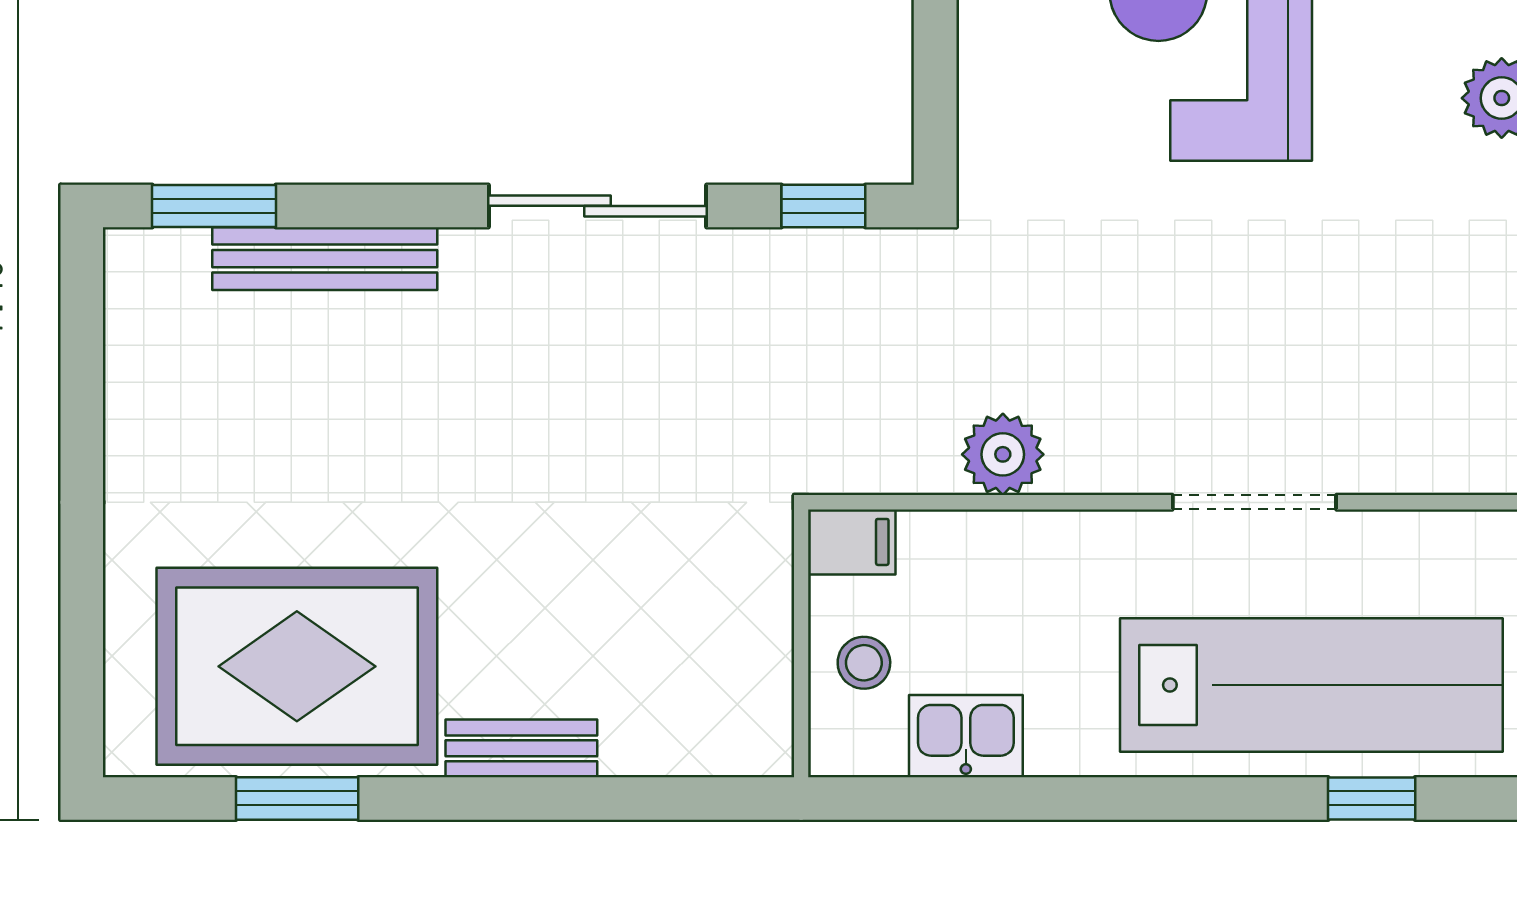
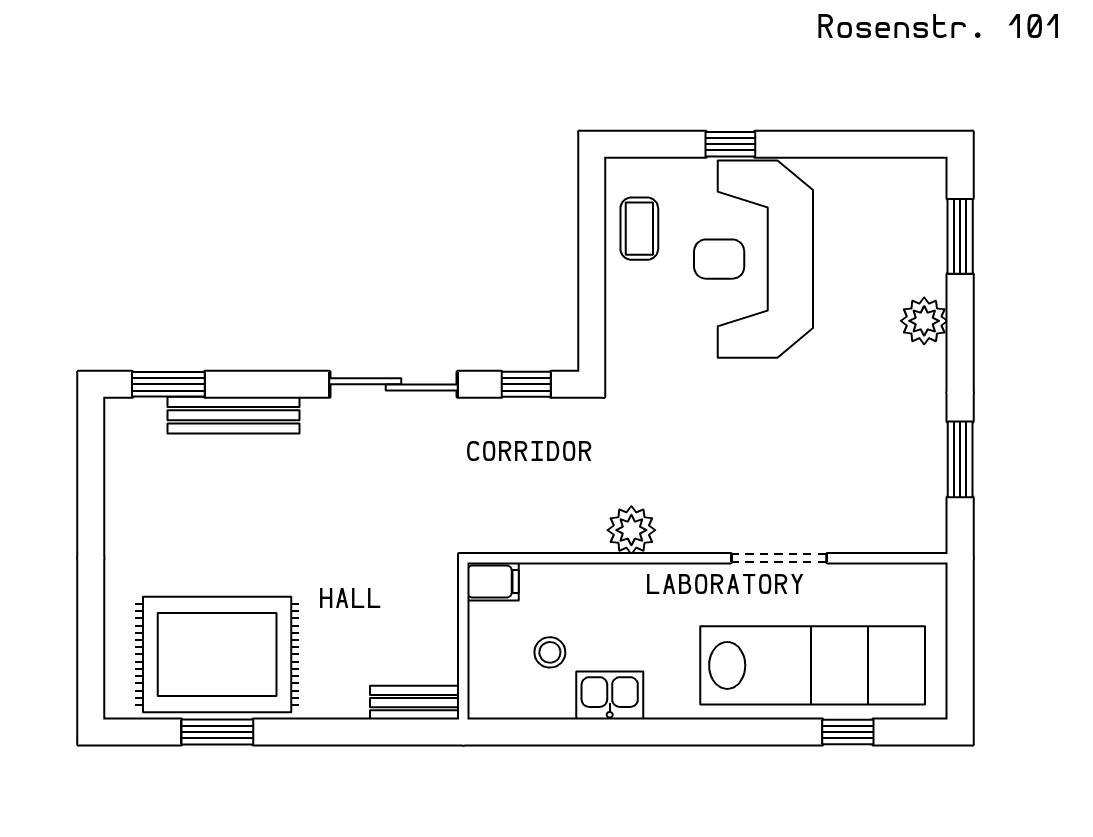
filing cabinet: (852, 542) -> (493, 581), moved
wall: (801, 643) -> (463, 641), moved
bench: (521, 748) -> (415, 703), moved

